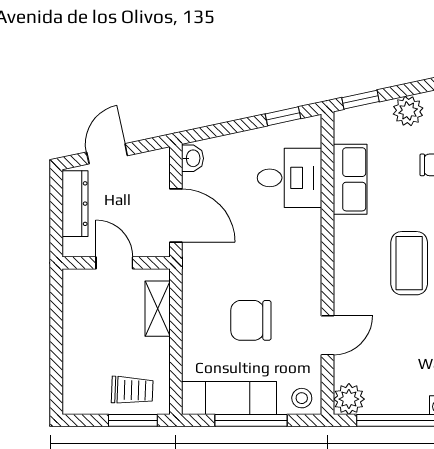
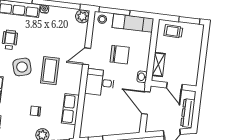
washbasin: (192, 158) -> (142, 77), moved
desk: (290, 178) -> (100, 82), moved
door: (328, 335) -> (87, 56), moved
window: (133, 420) -> (189, 20), moved
window: (251, 420) -> (114, 11), moved

